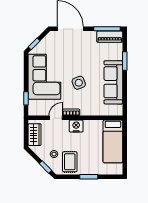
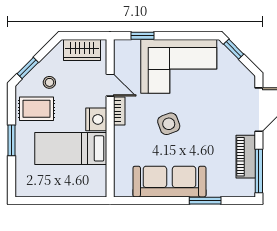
piano: (110, 37) -> (246, 157), moved
bed: (113, 141) -> (71, 148), moved

